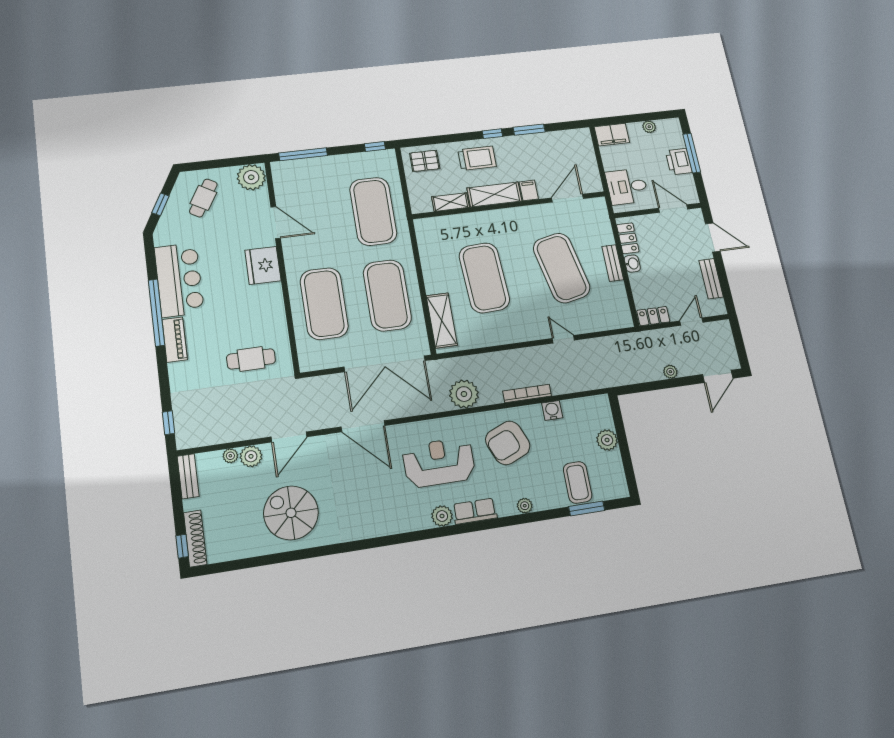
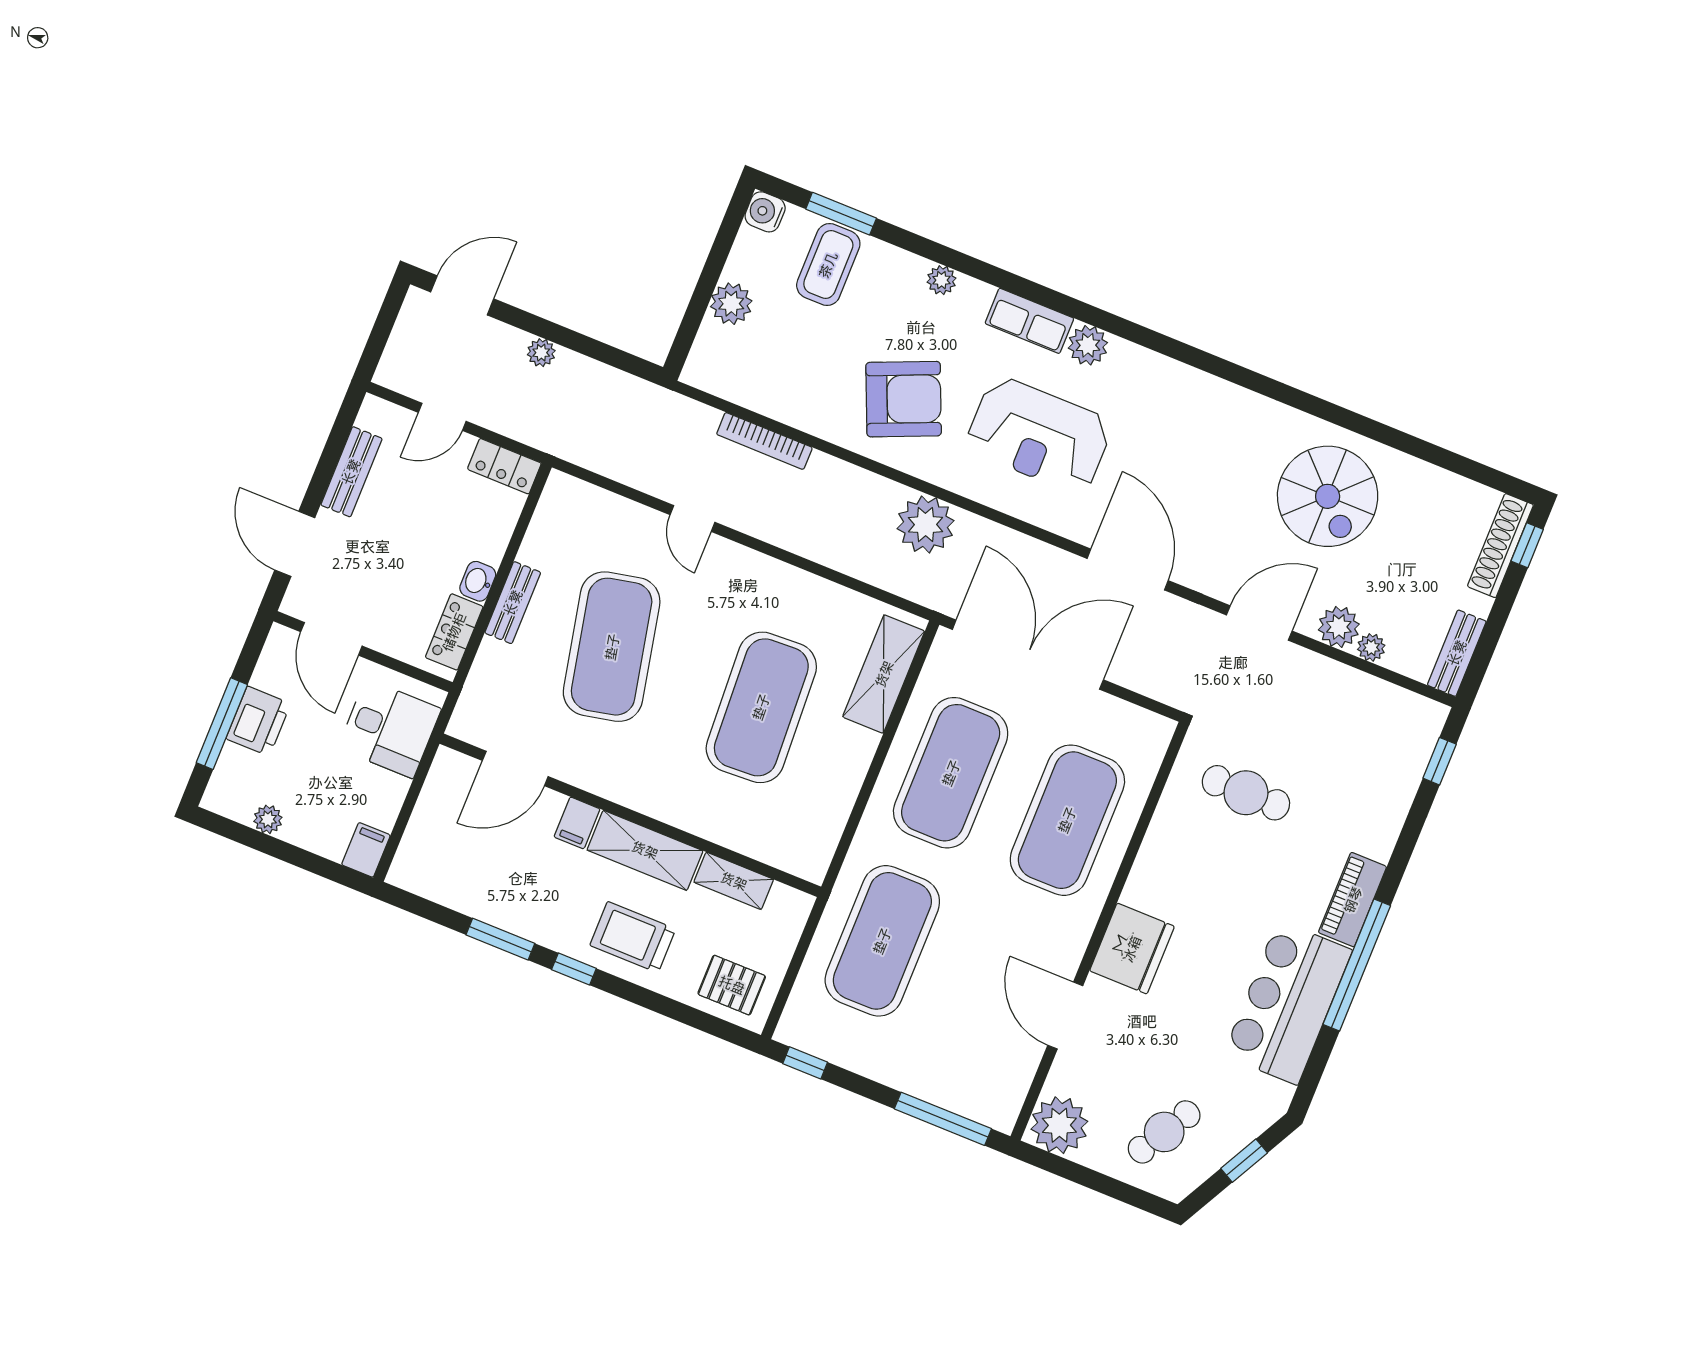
filing cabinet: (612, 135) -> (366, 850), width x0.50
bookcase: (527, 393) -> (764, 441), moved
water cooler: (552, 410) -> (765, 212), moved, turned 90

